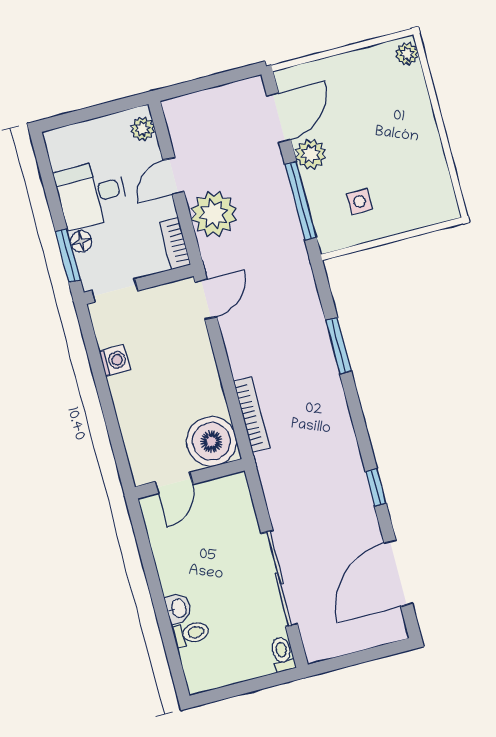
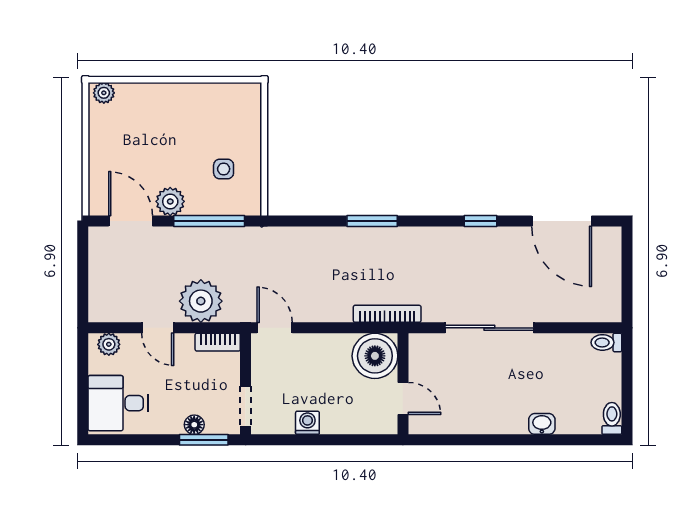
desk: (91, 194) -> (118, 403), moved, turned 90
window: (339, 346) -> (372, 221), moved
boiler: (211, 441) -> (375, 356), moved
wall: (190, 479) -> (403, 384), moved
door: (174, 483) -> (403, 398), moved
sliding door: (279, 579) -> (489, 328), moved
toilet: (191, 633) -> (612, 418), moved

